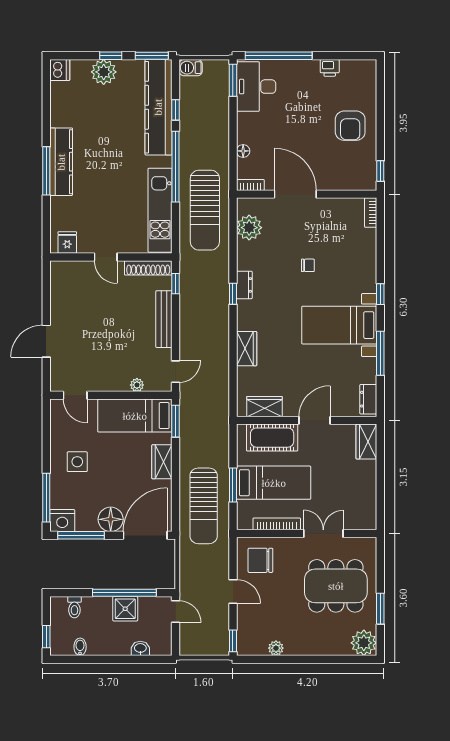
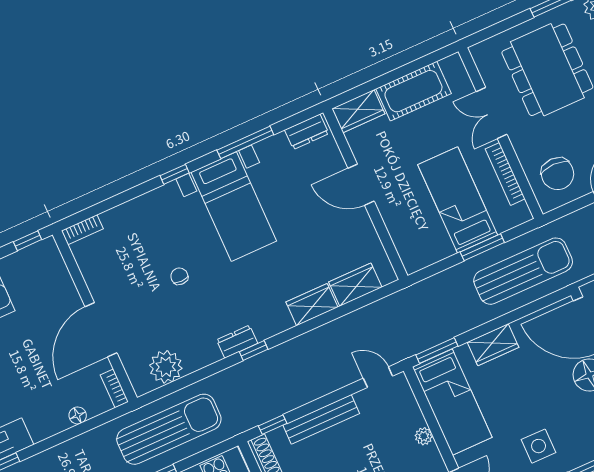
plant: (137, 385) -> (424, 436), moved
wardrobe: (264, 407) -> (355, 285), moved, turned 90
cot: (272, 438) -> (413, 91), moved, turned 90

